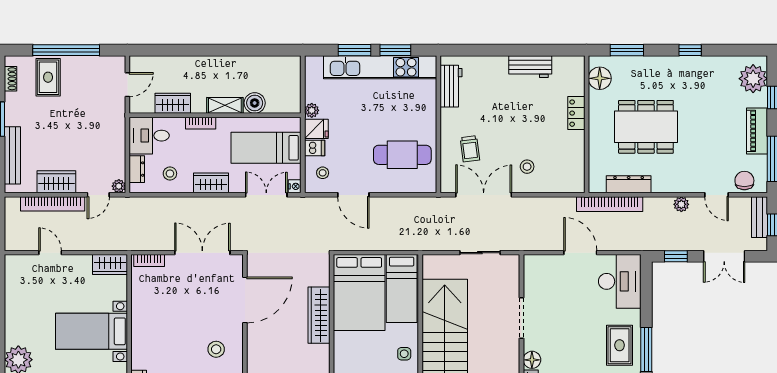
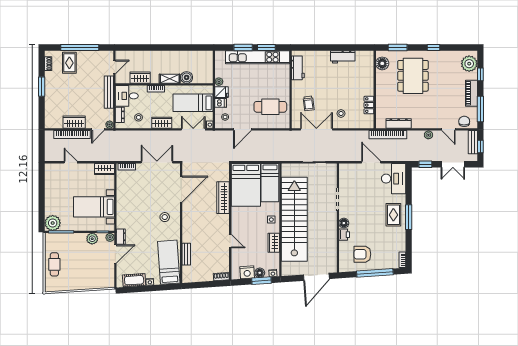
locker: (576, 113) -> (369, 105), moved
dining table: (646, 127) -> (413, 76), moved, turned 90
bench: (12, 155) -> (109, 92), moved
door: (353, 195) -> (242, 129), hinge flipped

